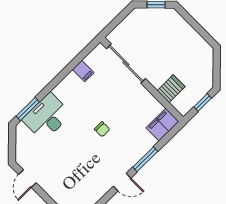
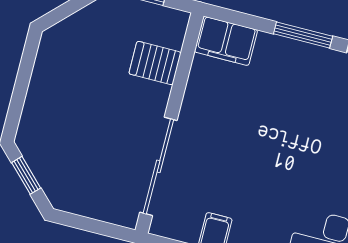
chair: (102, 129) -> (296, 140), removed

